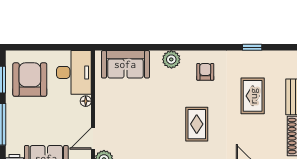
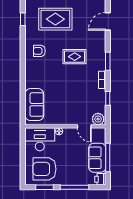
plant: (171, 59) -> (31, 74), removed
rug: (253, 96) -> (55, 19), width x1.36, depth x1.43

